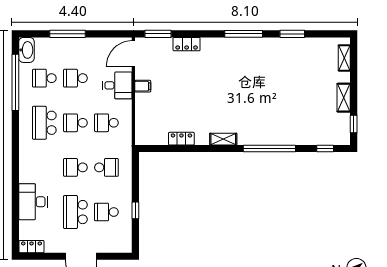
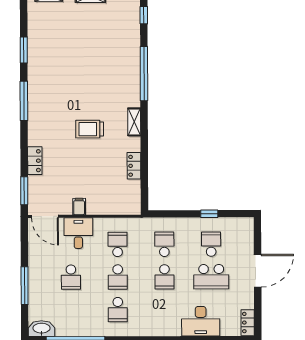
school desk: (44, 78) -> (71, 310), removed
trolley: (217, 97) -> (90, 129), added
school desk: (44, 123) -> (118, 310), width x0.54
school desk: (106, 123) -> (118, 244), turned 180
school desk: (106, 212) -> (211, 244), turned 180

